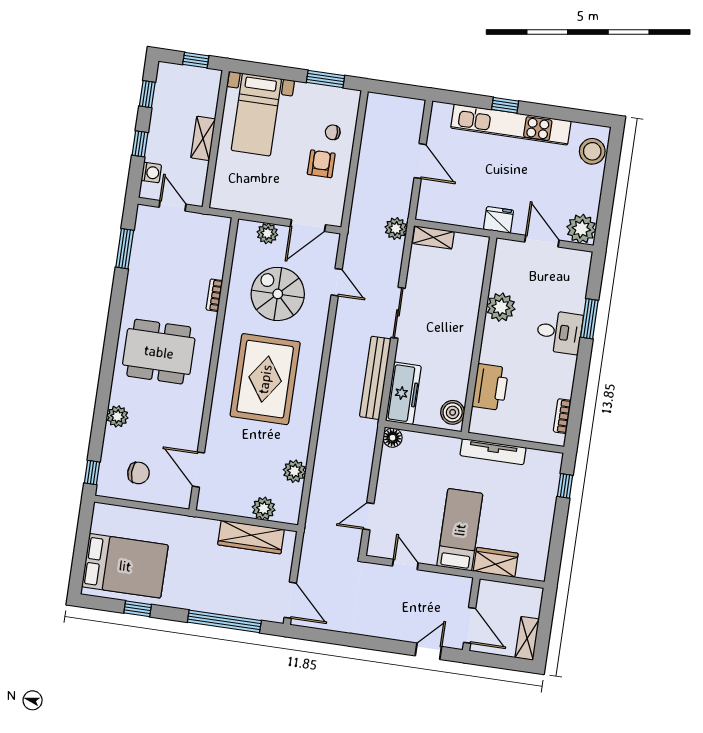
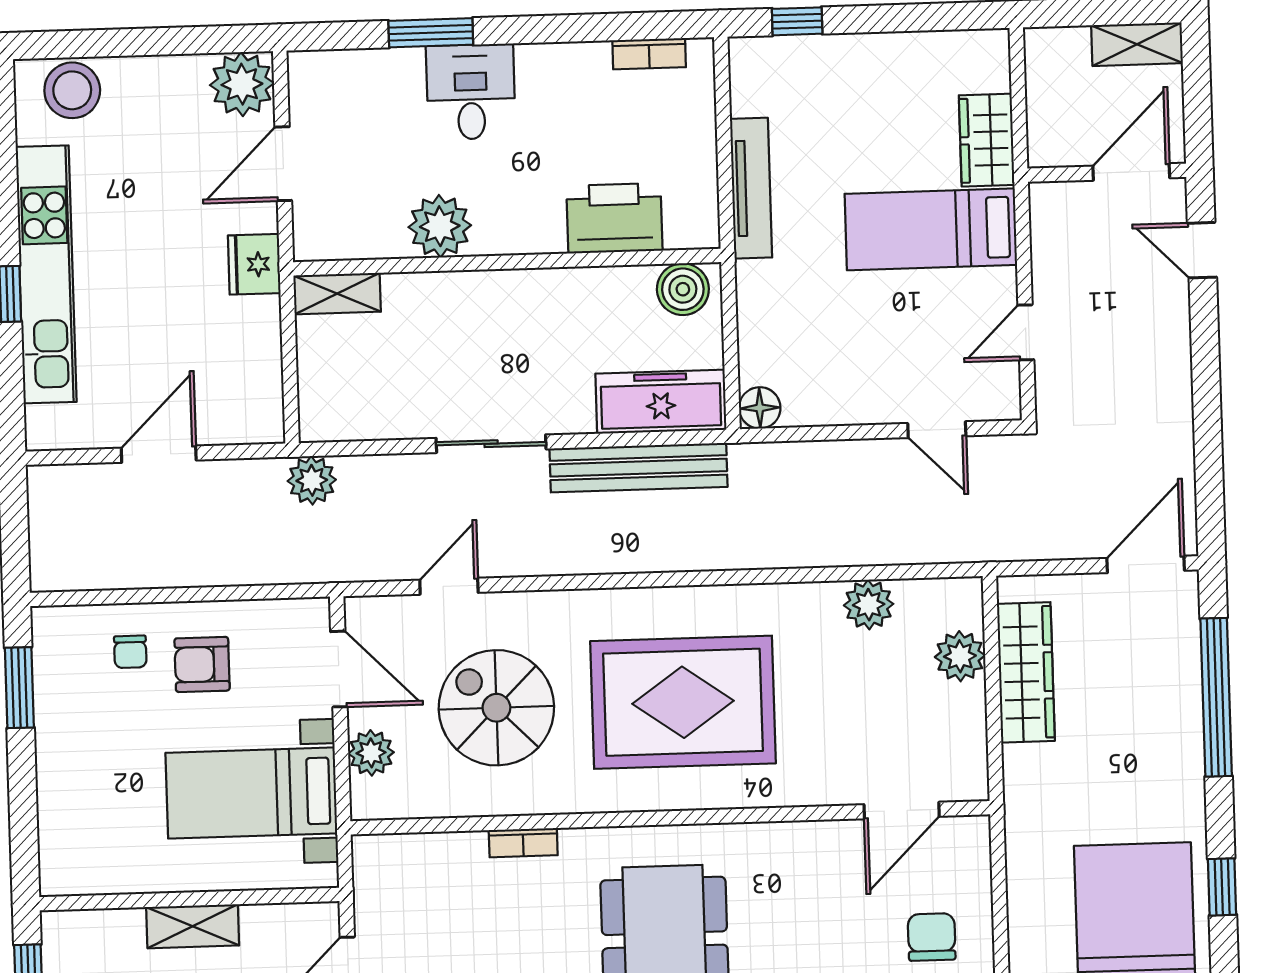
bed with nightstands: (256, 115) -> (251, 793), moved, turned 180
shelving: (433, 237) -> (337, 294), moved, turned 90
spiral stairs: (278, 294) -> (496, 708), turned 90

